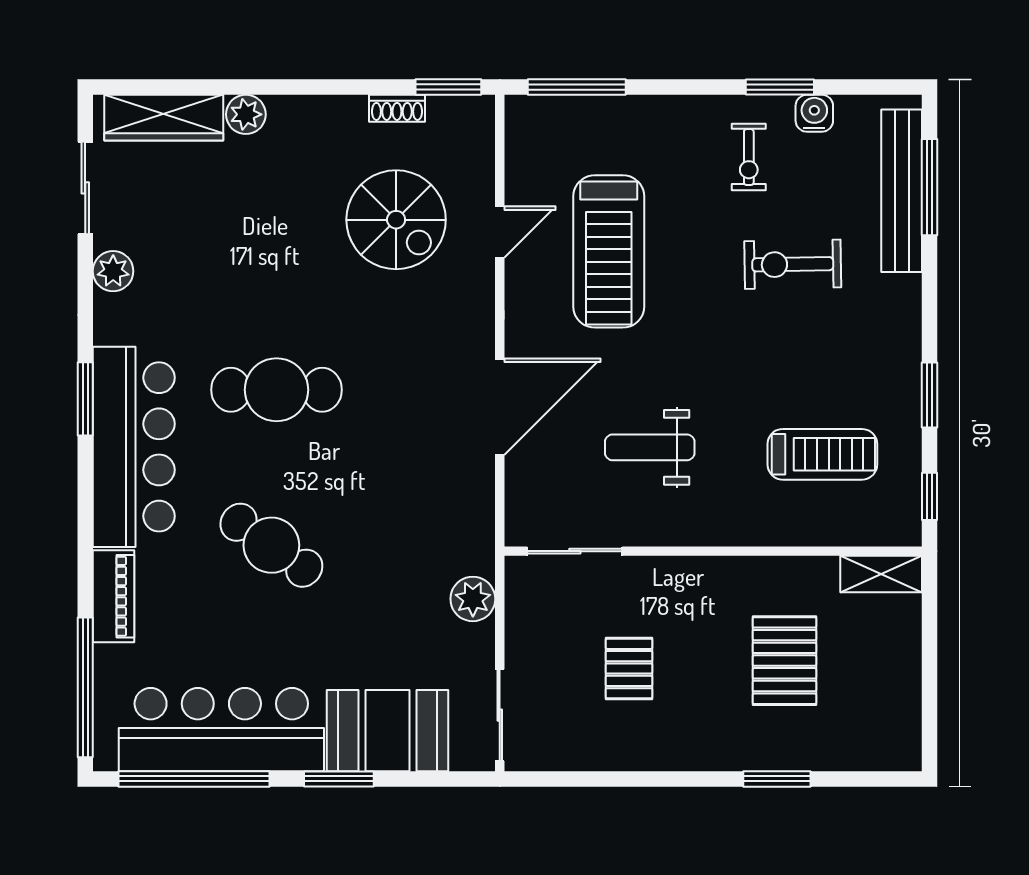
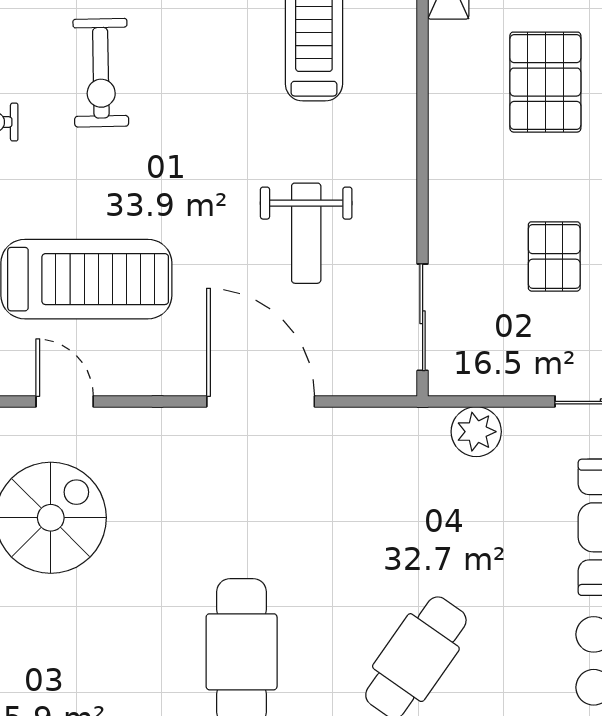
pallet: (784, 661) -> (545, 82), turned 90
pallet: (629, 669) -> (554, 256), turned 90

